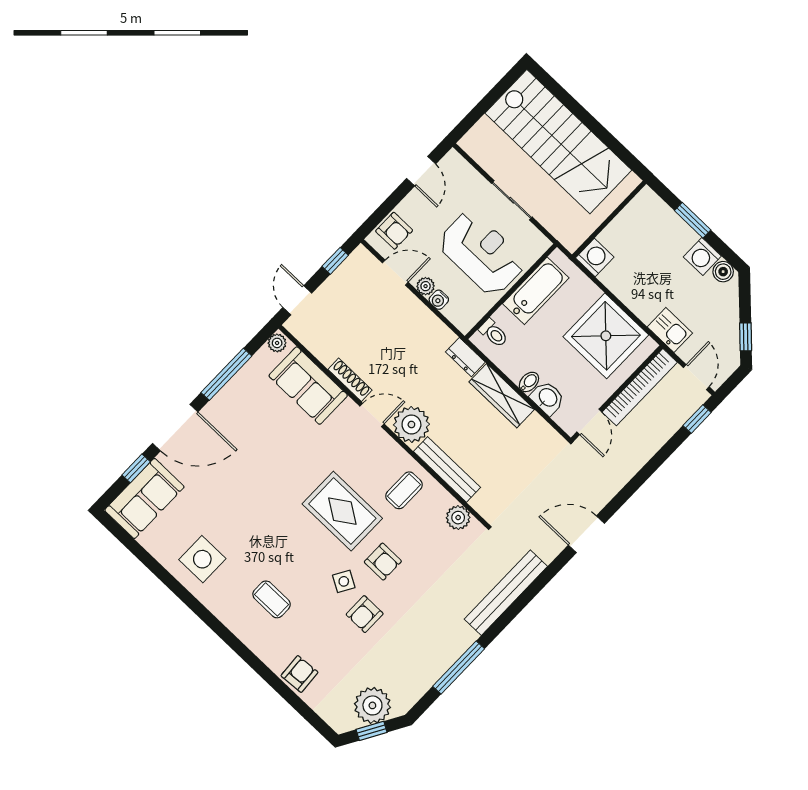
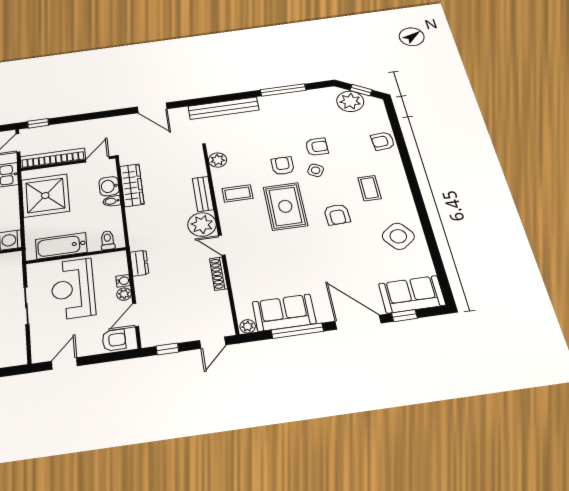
armchair: (394, 231) -> (114, 340), turned 90
door: (395, 273) -> (136, 315), hinge flipped
dresser: (465, 357) -> (139, 263), moved
sofa: (308, 386) -> (284, 313), moved, turned -90
wardrobe: (502, 396) -> (132, 185), moved
bench: (447, 469) -> (203, 194), width x0.73
armchair: (282, 540) -> (337, 215), added
side table: (202, 559) -> (398, 236), turned -37

